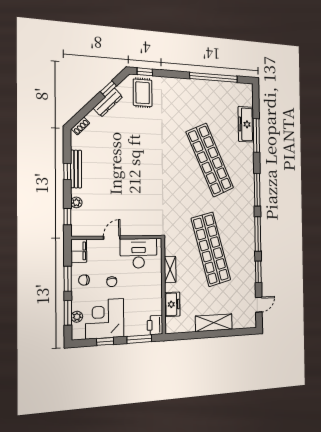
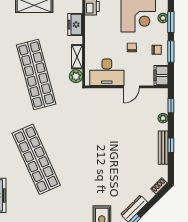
plant: (171, 248) -> (76, 76), added

